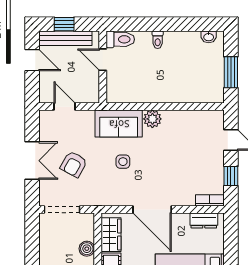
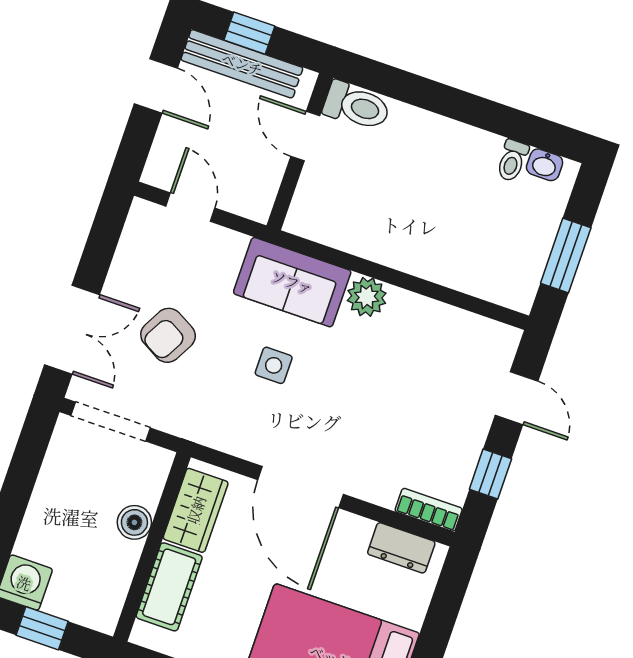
toilet: (158, 40) -> (512, 161), moved
double door: (32, 161) -> (72, 330), moved

